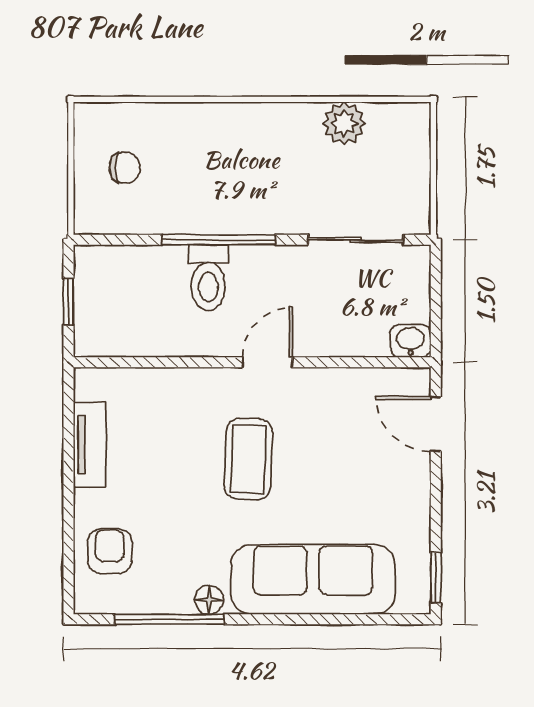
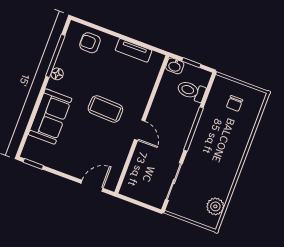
plant: (344, 123) -> (215, 206), moved
toilet: (208, 278) -> (191, 91), moved
washbasin: (411, 341) -> (175, 66), moved, turned 90
armchair: (110, 551) -> (90, 43), turned 180
sofa: (313, 579) -> (50, 116), width x0.73

